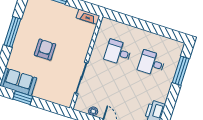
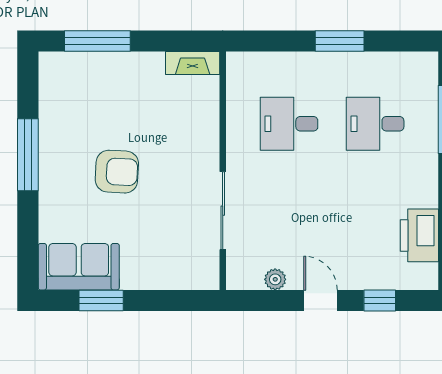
window: (148, 27) -> (340, 41), added
armchair: (45, 50) -> (117, 172), turned 93

